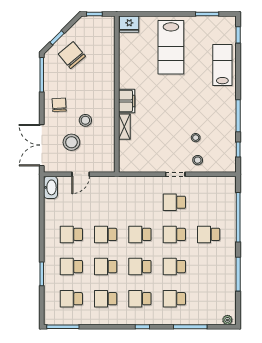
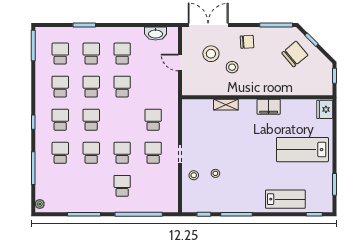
filing cabinet: (127, 101) -> (269, 107), moved
washbasin: (51, 187) -> (156, 34), moved
school desk: (140, 234) -> (153, 120), moved

